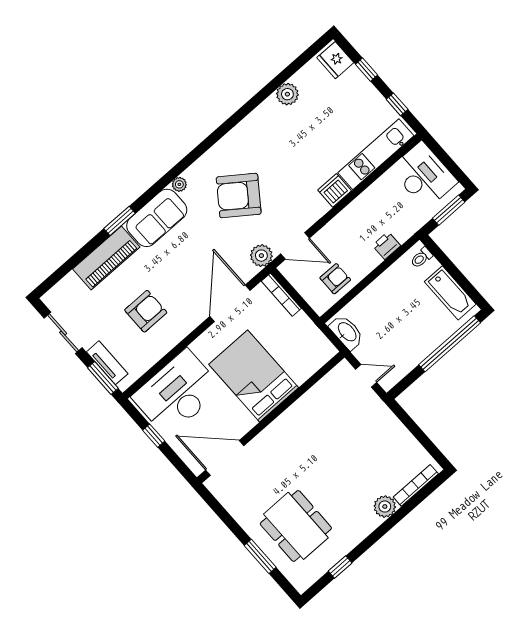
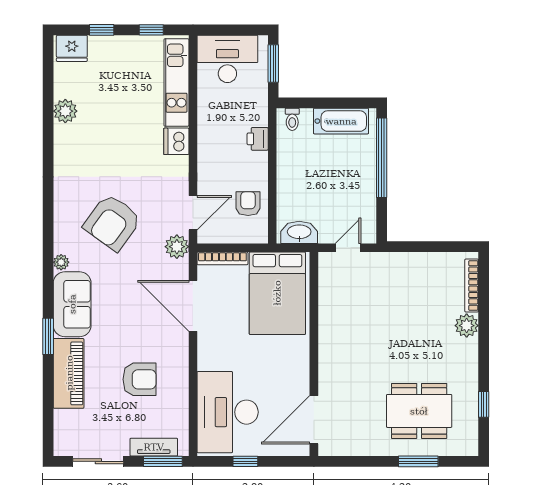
armchair: (146, 311) -> (140, 379), turned 90
bed: (254, 376) -> (277, 293), moved, turned -90

